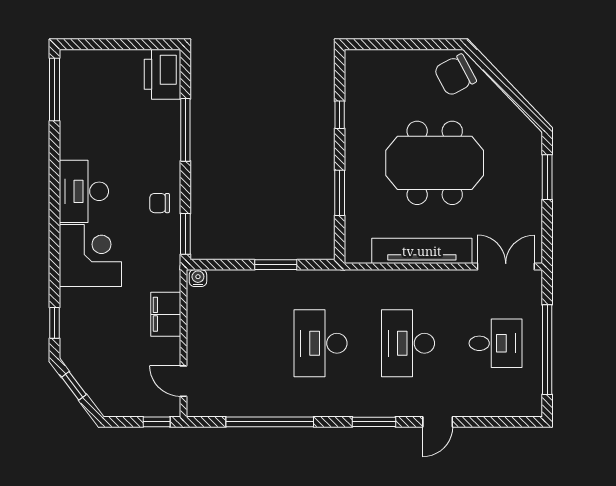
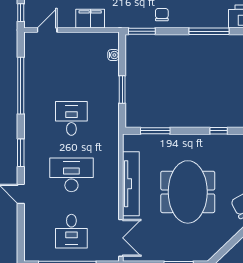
window: (340, 193) -> (155, 131), moved
water cooler: (198, 278) -> (113, 55), moved
desk: (321, 343) -> (71, 118), width x0.73

